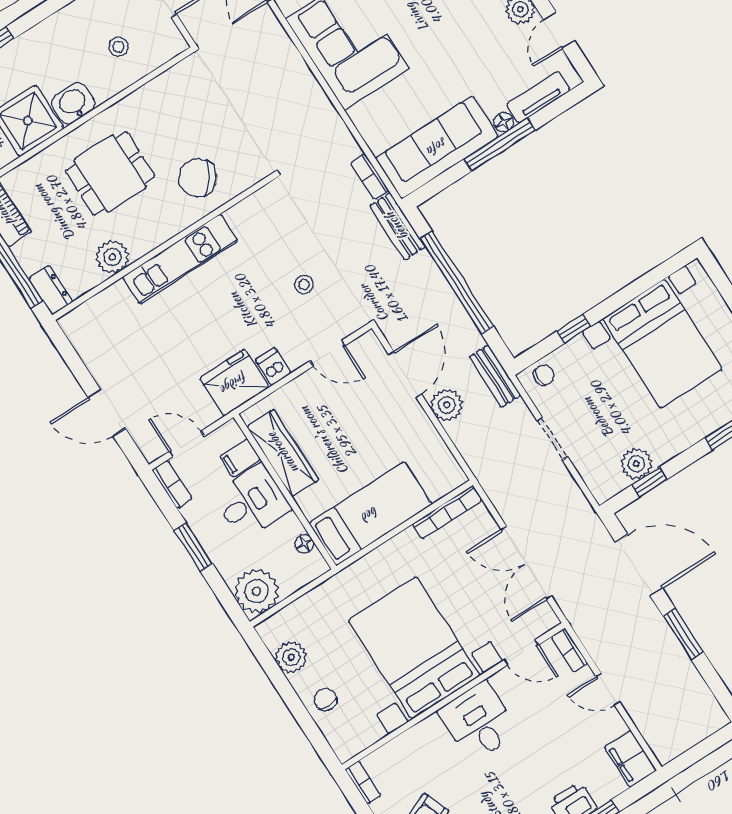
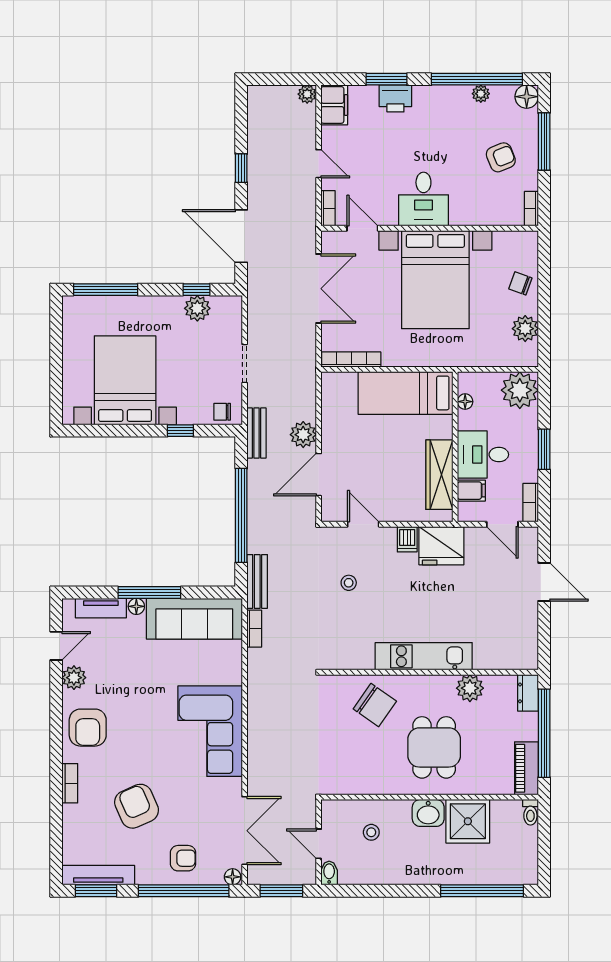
dining table: (110, 174) -> (434, 747), turned 90
window: (683, 634) -> (241, 168), width x0.67
chair: (326, 700) -> (520, 283), turned 110
plant: (665, 752) -> (307, 94), added

